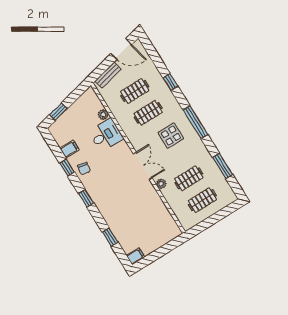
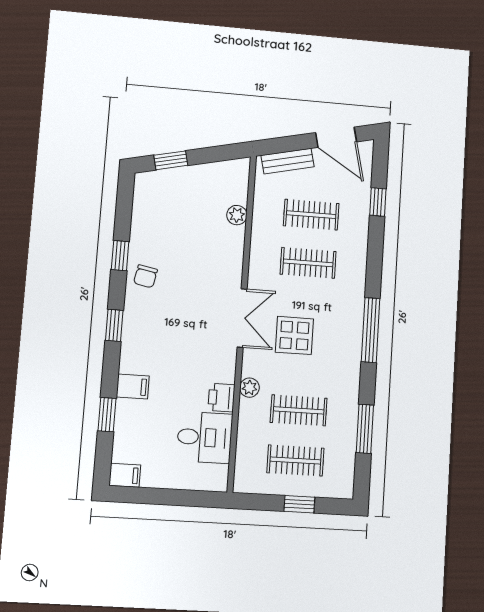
window: (170, 82) -> (378, 202), moved
desk: (106, 135) -> (205, 437), moved
display table: (171, 136) -> (294, 335), moved
filing cabinet: (69, 149) -> (133, 387), moved
double door: (143, 166) -> (242, 318), moved
printer: (152, 196) -> (221, 398), added
window: (217, 217) -> (299, 504), added

